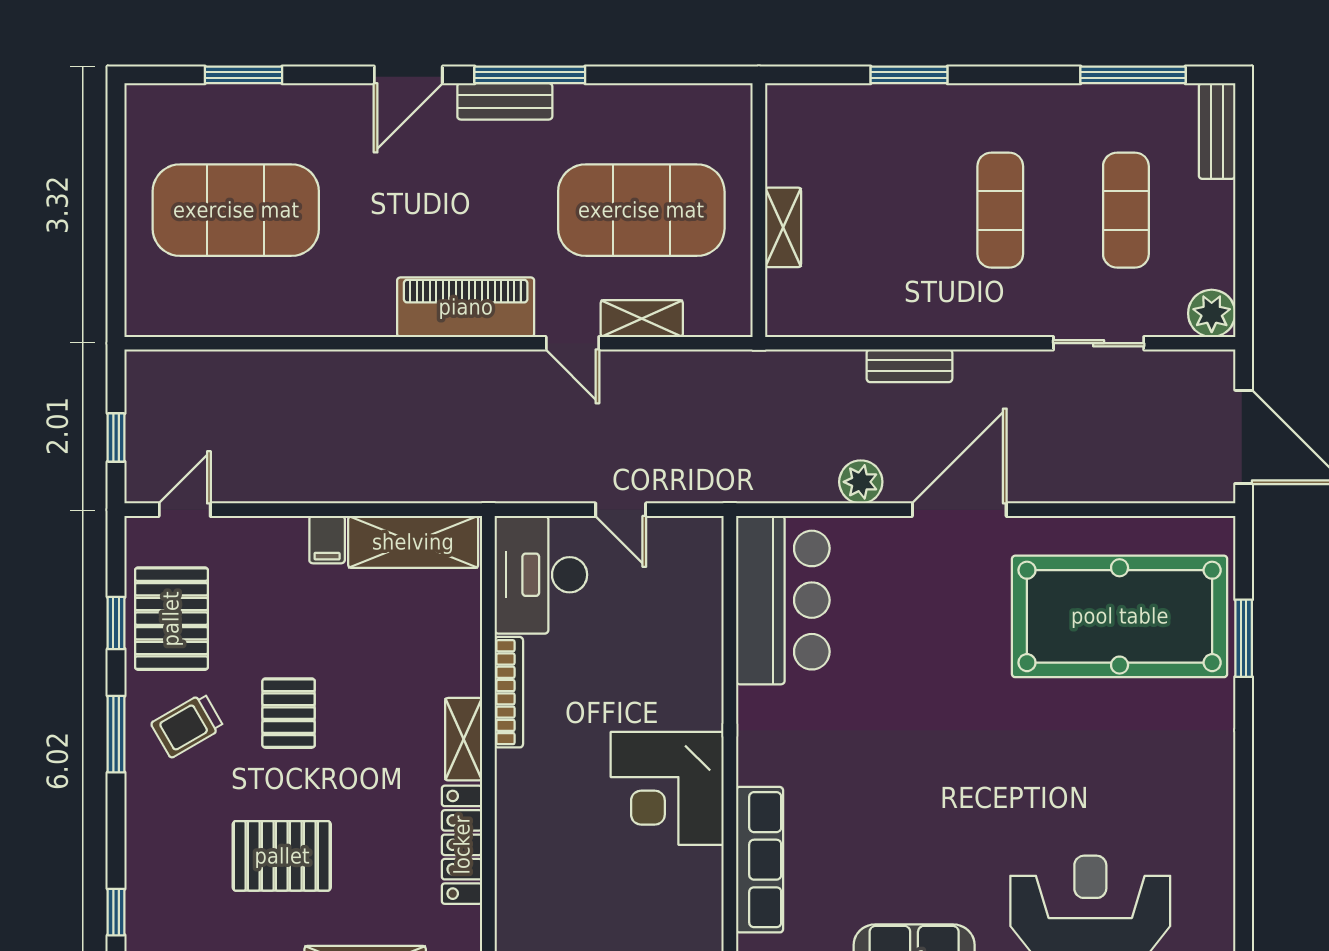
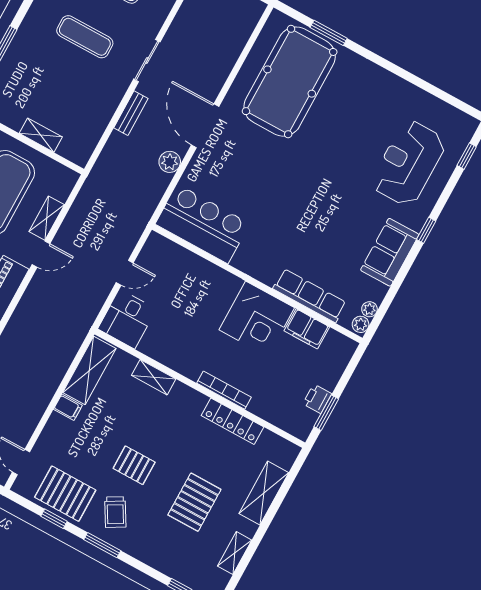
sliding door: (1099, 343) -> (147, 61), moved
desk: (541, 575) -> (127, 319), width x0.73
bookcase: (509, 692) -> (224, 390), moved
shelving: (464, 739) -> (154, 377), moved
filing cabinet: (698, 887) -> (307, 329), added

